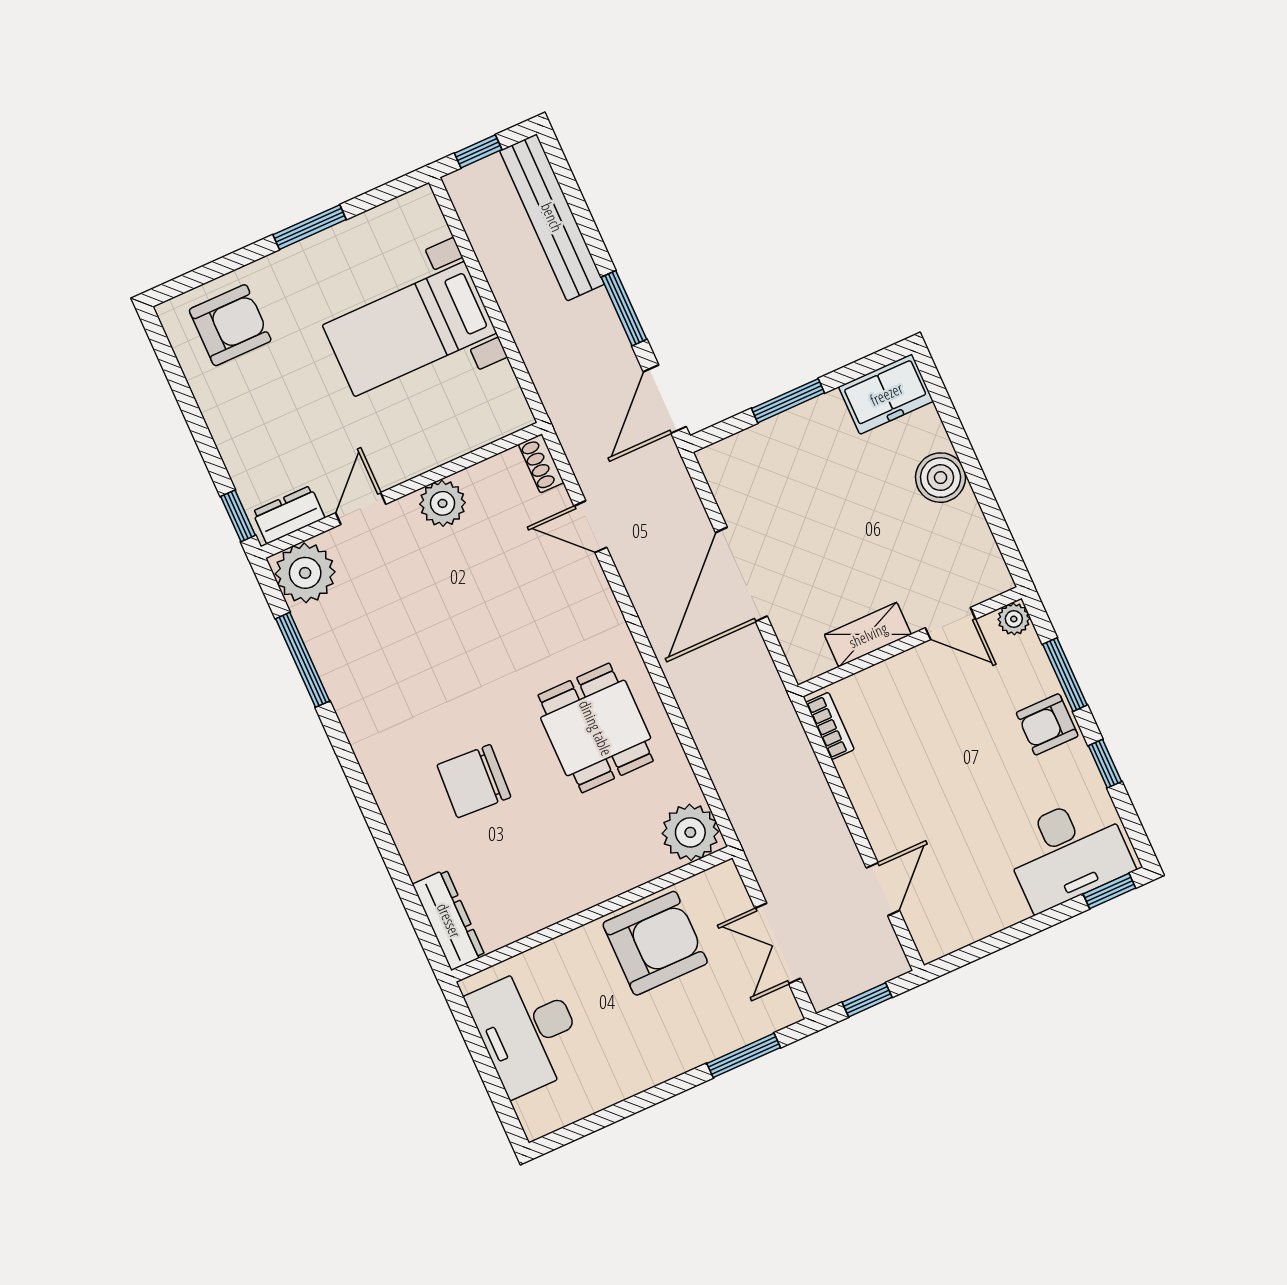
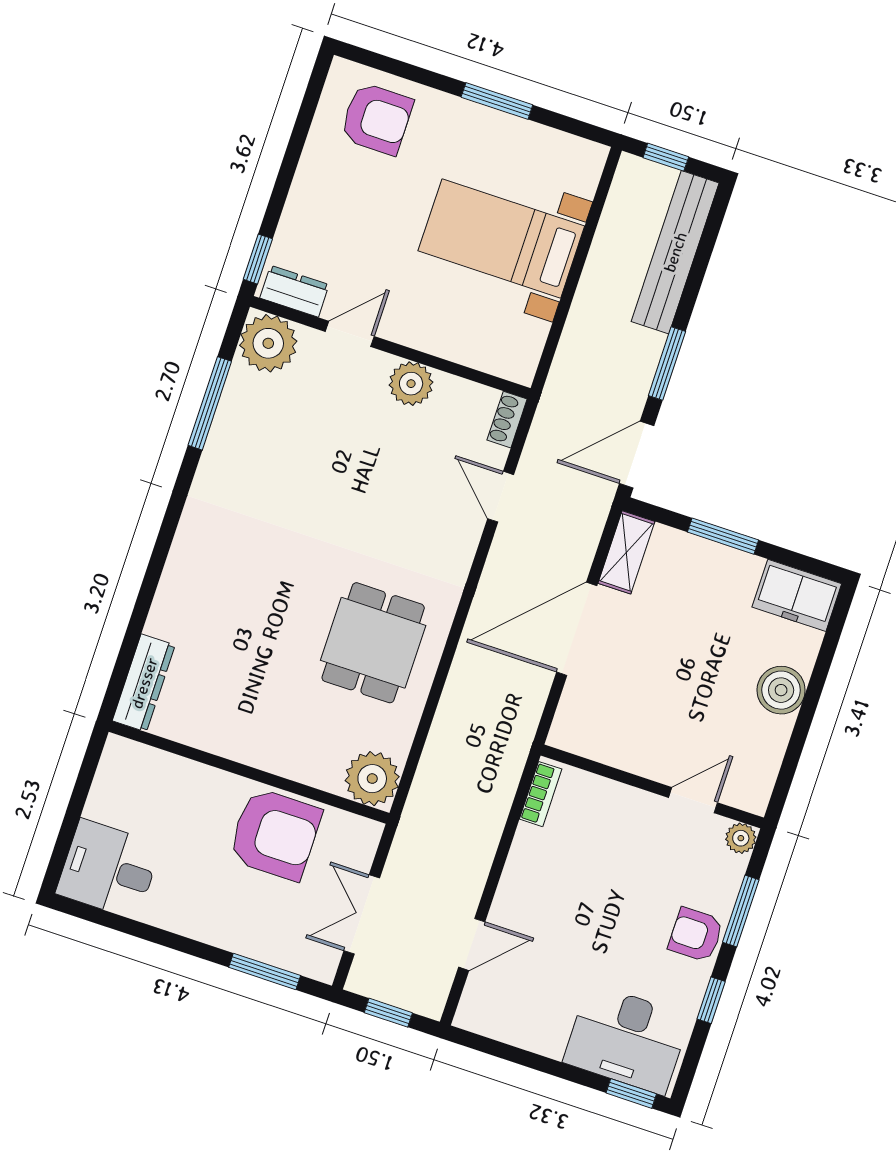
door: (950, 623) -> (693, 800), swing flipped
shelving: (868, 635) -> (626, 552), moved, turned 90
chair: (474, 781) -> (252, 601), removed
desk: (527, 1030) -> (109, 869), moved, width x0.73

